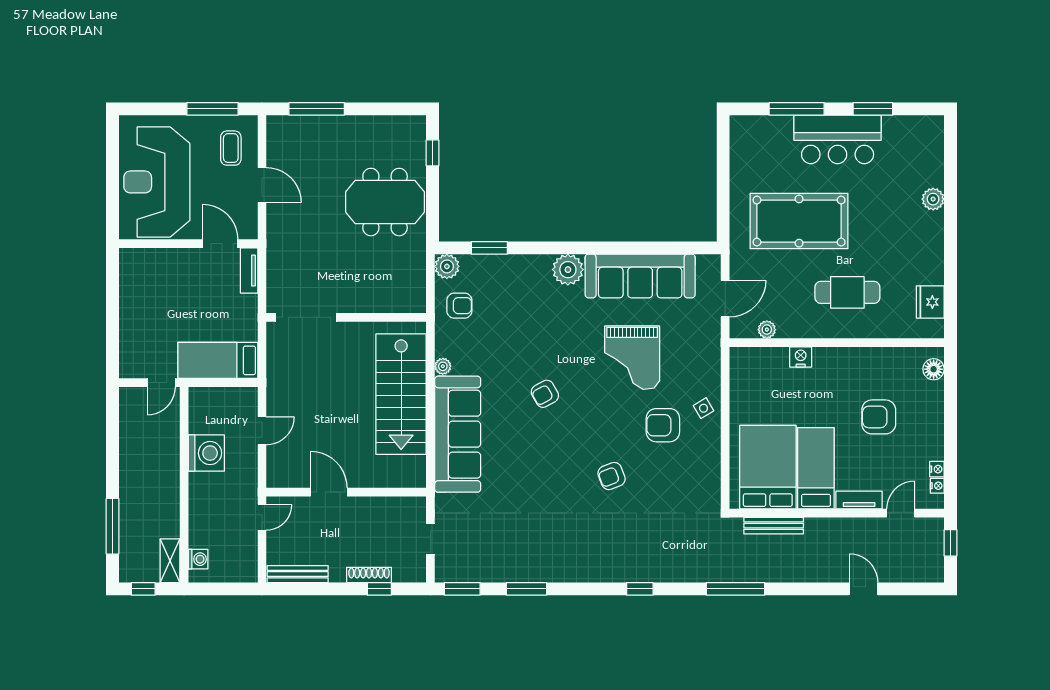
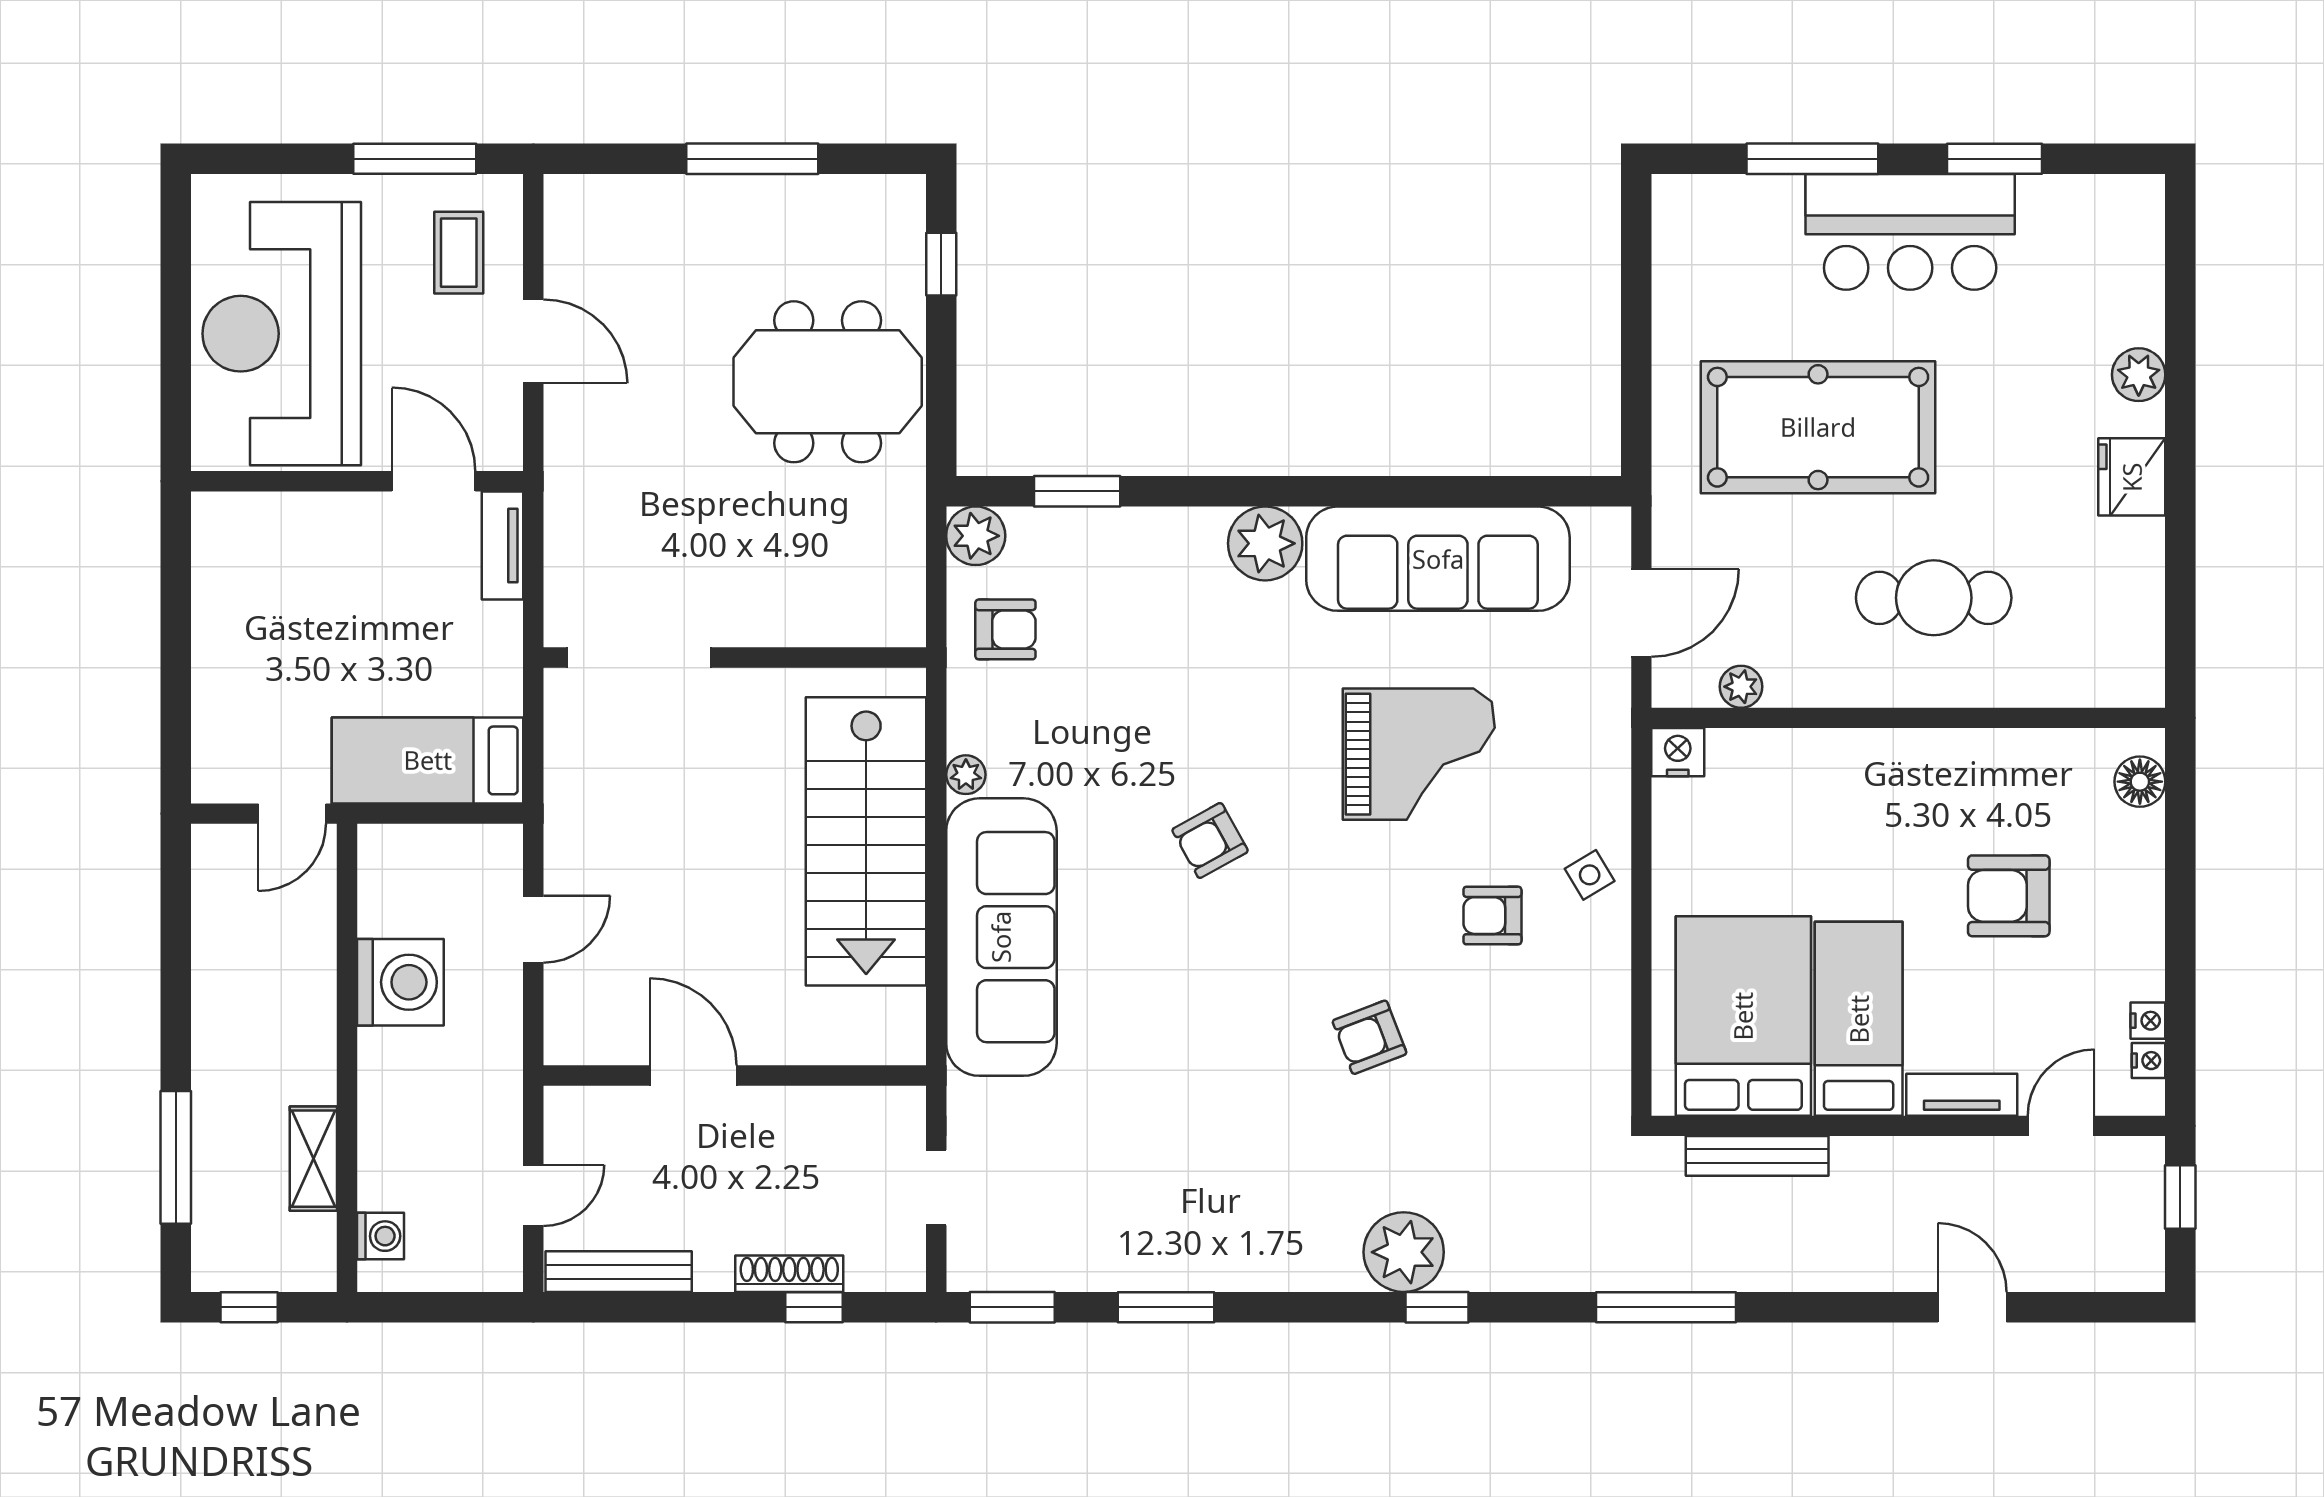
window: (317, 109) -> (752, 159), moved
fridge: (930, 302) -> (2132, 477), moved
nightstand: (801, 357) -> (1678, 752), moved
grand piano: (632, 358) -> (1419, 754), turned -90
armchair: (663, 425) -> (1492, 916), width x0.72, depth x0.72
door: (262, 517) -> (533, 1195), moved
shelving: (170, 561) -> (313, 1159), moved
plant: (626, 566) -> (1404, 1252), added

